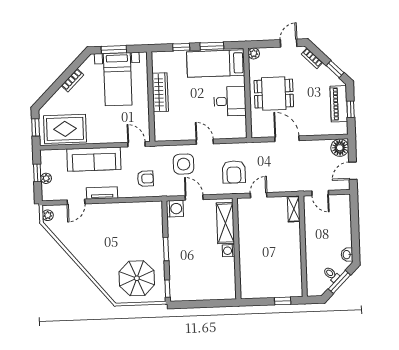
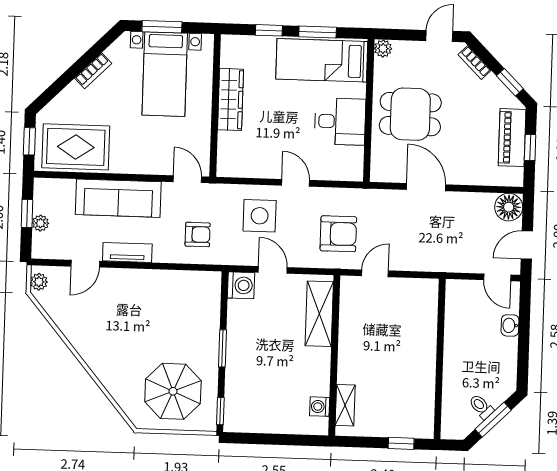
armchair: (234, 172) -> (338, 234), turned -90
door: (320, 193) -> (497, 277), moved
shelving: (294, 209) -> (345, 405), moved
washing machine: (229, 251) -> (320, 407), moved
washbasin: (347, 255) -> (510, 325), moved

